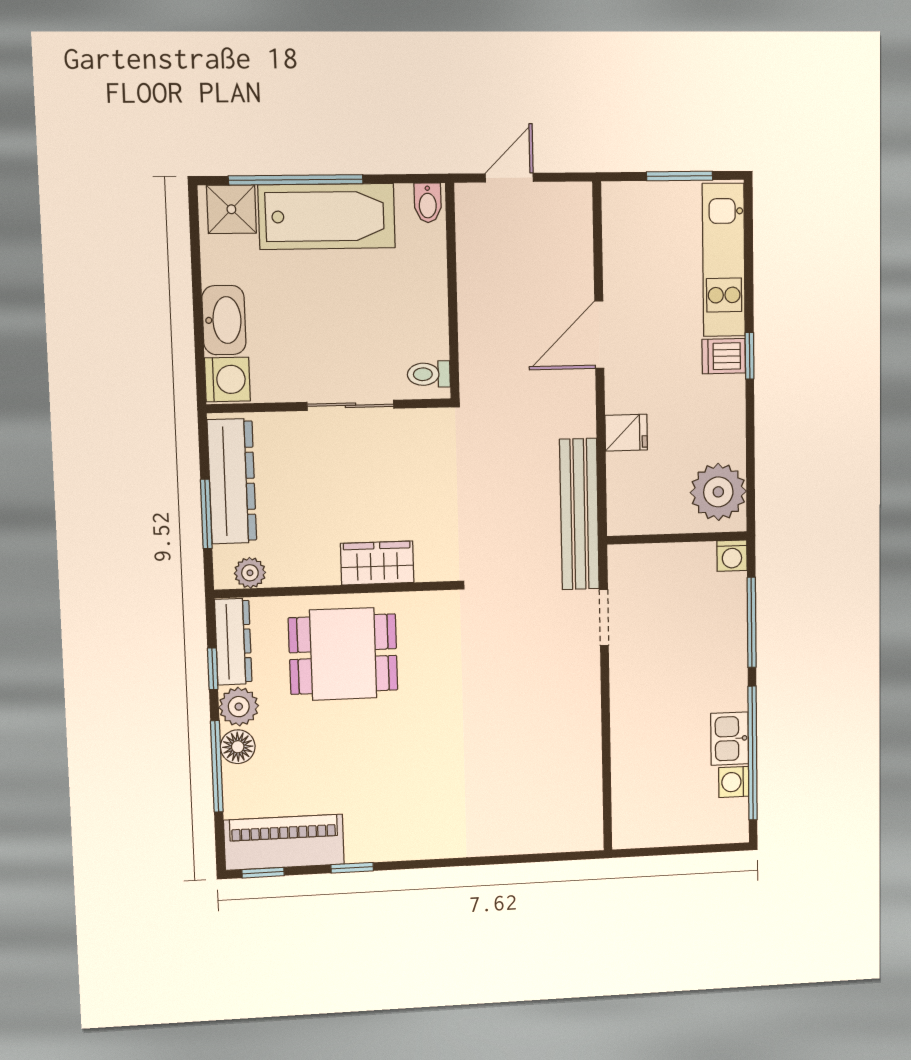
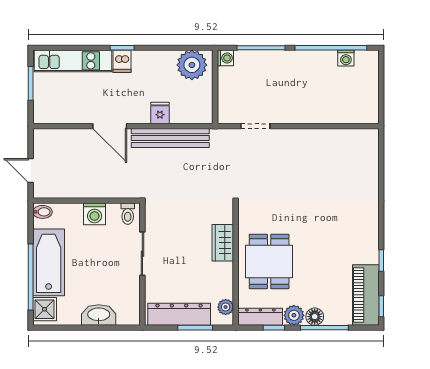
washing machine: (227, 379) -> (95, 214), moved, turned 180
bench: (579, 514) -> (170, 138), moved
kitchen sink: (730, 739) -> (322, 60), removed

